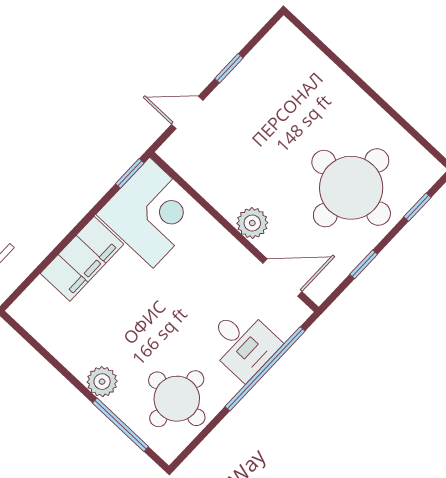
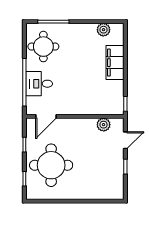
corner desk: (151, 213) -> (107, 98), removed
plant: (252, 223) -> (104, 125), moved
plant: (102, 382) -> (103, 30), moved

